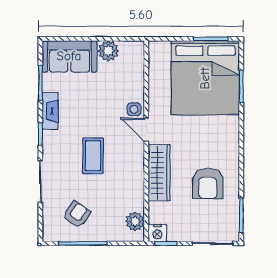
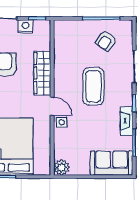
plant: (108, 51) -> (61, 167), moved
coffee table: (93, 156) -> (93, 86), width x1.36, depth x1.32
plant: (135, 221) -> (61, 35), removed
nightstand: (157, 233) -> (26, 26), moved

